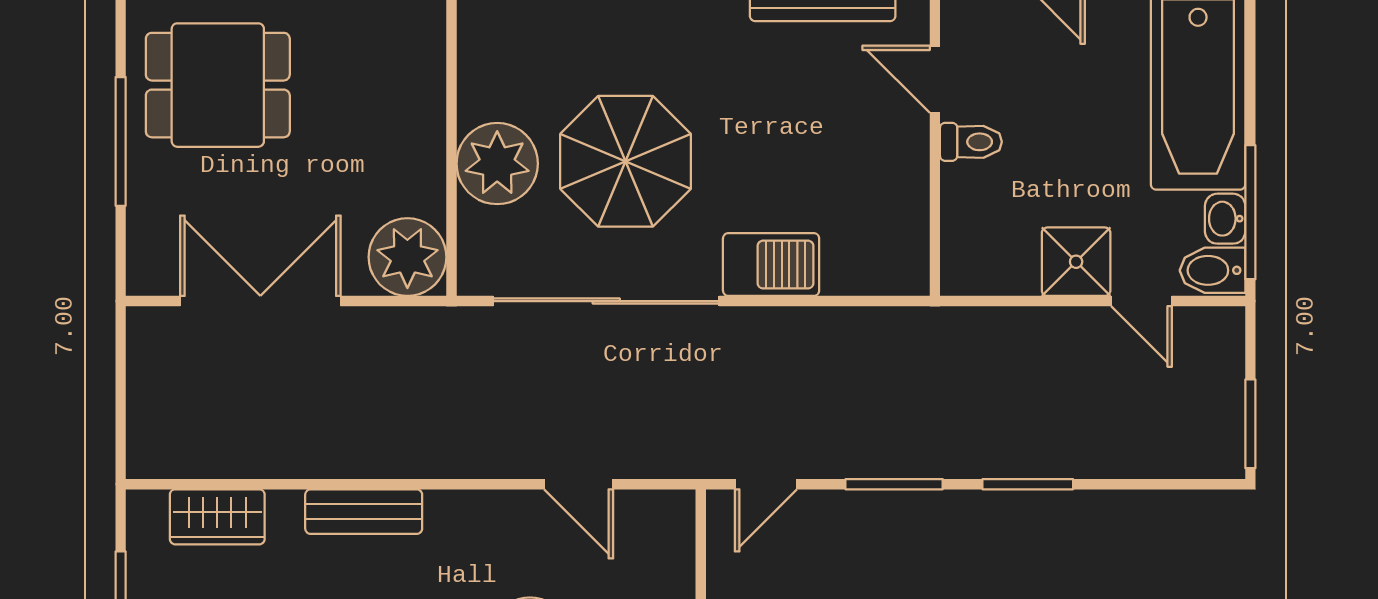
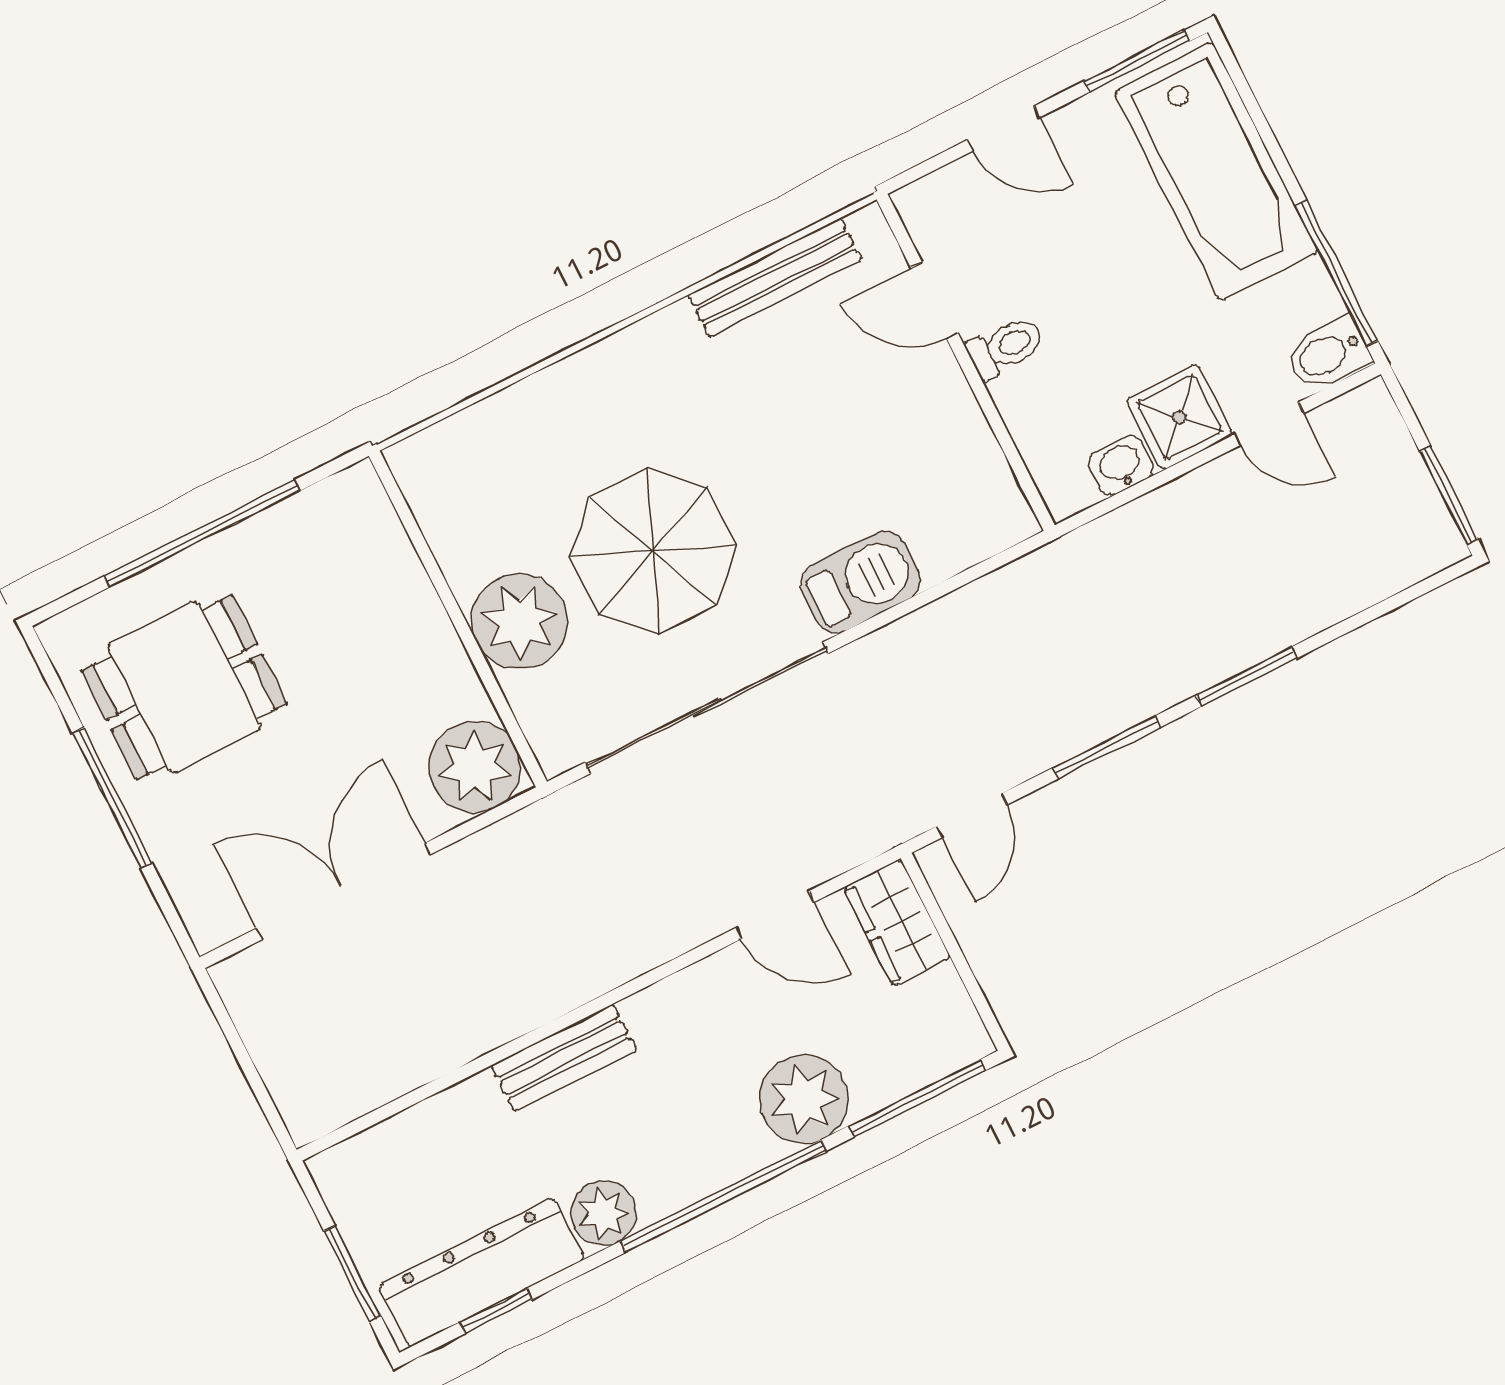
washbasin: (1225, 219) -> (1121, 466), moved, turned 90
wardrobe: (217, 517) -> (897, 923), moved, turned 90

